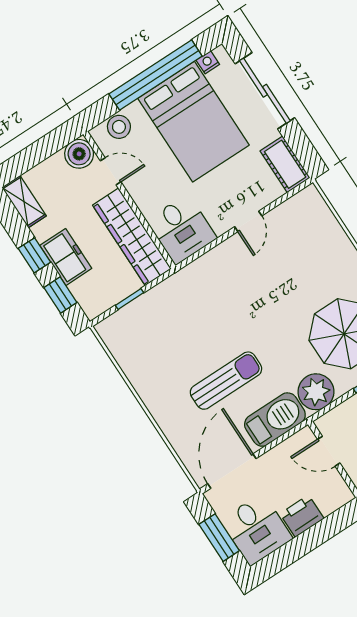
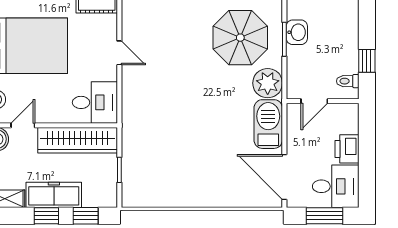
freezer: (66, 257) -> (54, 195), width x1.40
sun lounger: (226, 381) -> (219, 140), removed

